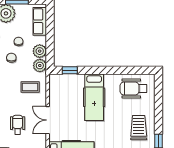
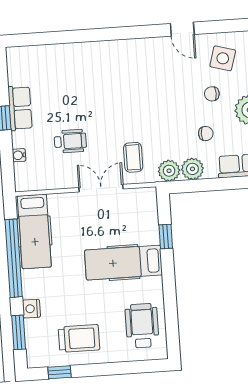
chair: (11, 58) -> (179, 124), removed
window: (70, 70) -> (166, 236), moved
double door: (48, 120) -> (101, 188), moved

